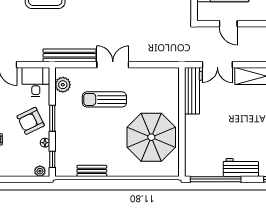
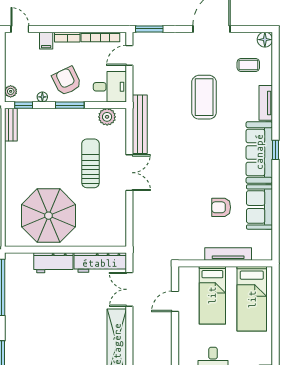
workbench: (241, 167) -> (53, 263), moved, turned 90
bench: (92, 171) -> (11, 125), moved

